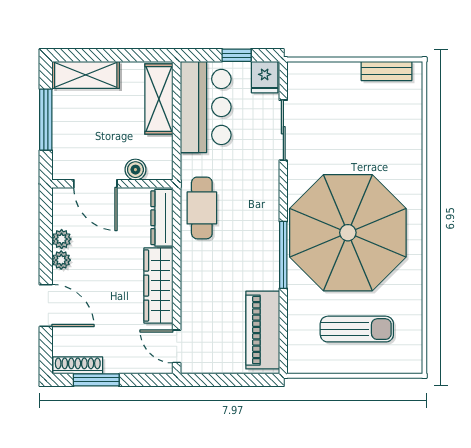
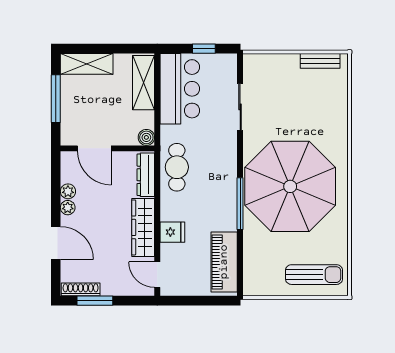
fridge: (265, 77) -> (172, 232), moved, turned -90
boiler: (135, 170) -> (146, 137), moved
sun lounger: (357, 329) -> (314, 275), moved

